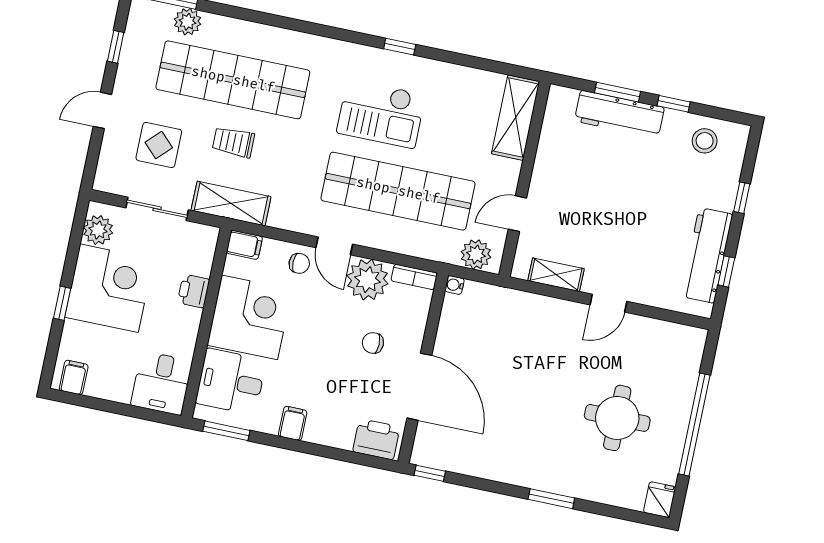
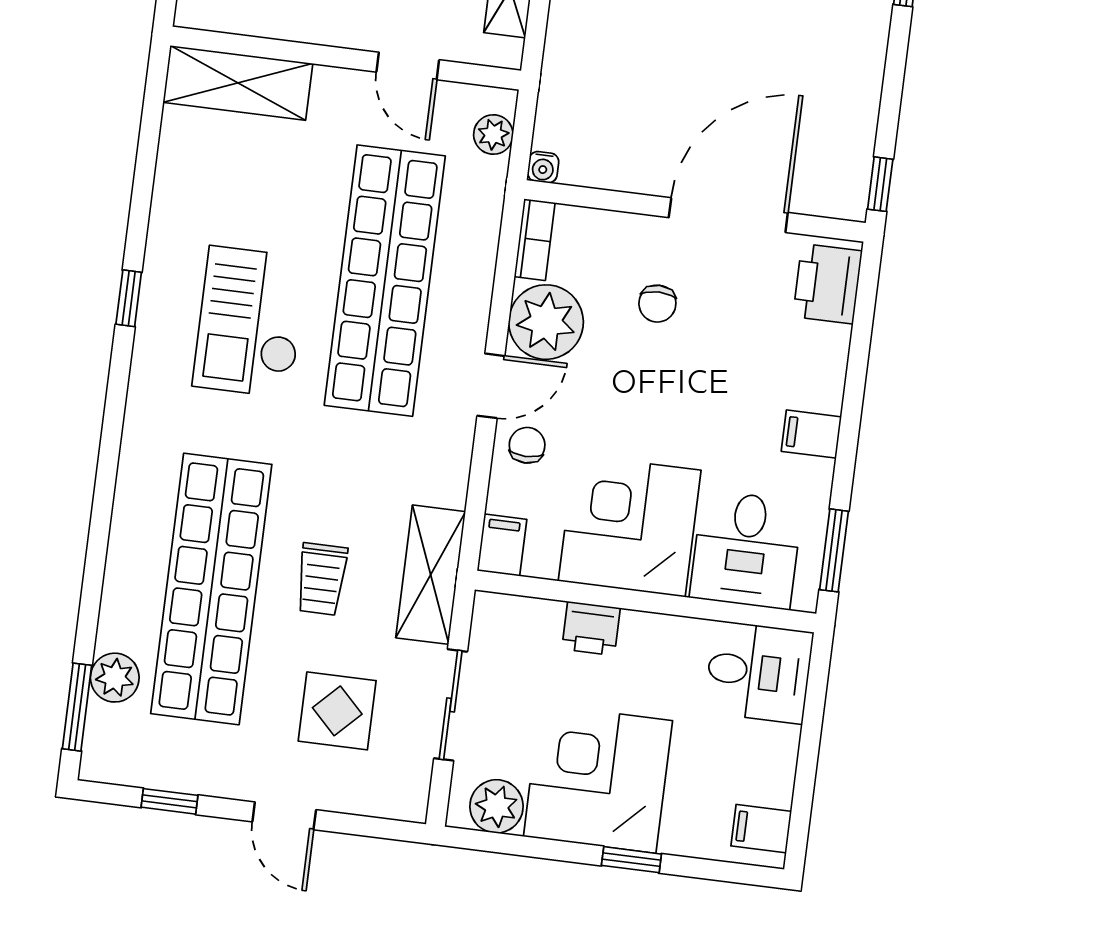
checkout: (381, 114) -> (250, 322), turned 180
plant: (476, 254) -> (493, 135), width x0.73, depth x0.73

